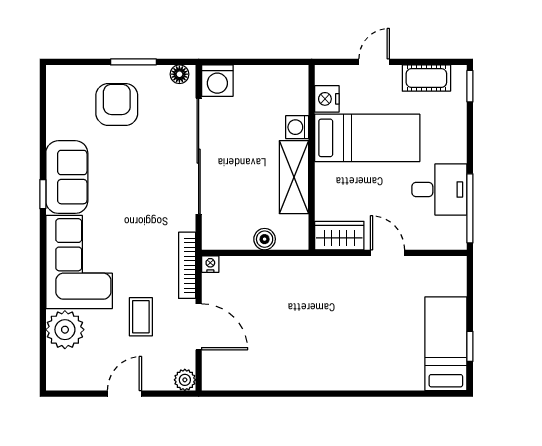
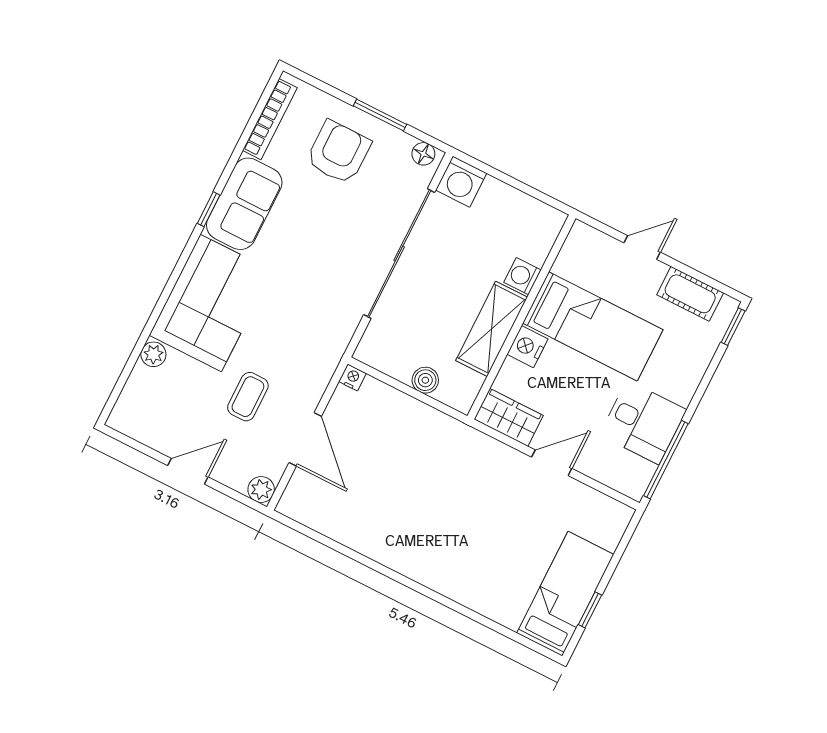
nightstand: (327, 99) -> (527, 347), moved
door: (388, 253) -> (552, 463), hinge flipped
bookcase: (187, 265) -> (270, 119), moved, turned 180
plant: (65, 330) -> (153, 354), width x0.53, depth x0.53

